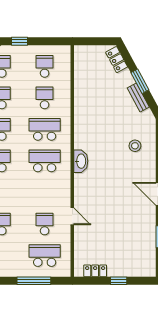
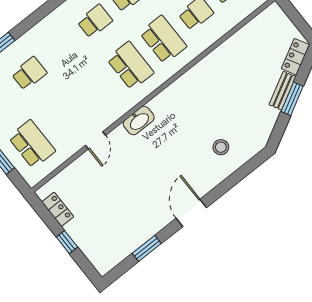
bench: (138, 97) -> (282, 91), moved
washbasin: (81, 161) -> (139, 121), moved
school desk: (45, 224) -> (65, 118), removed

